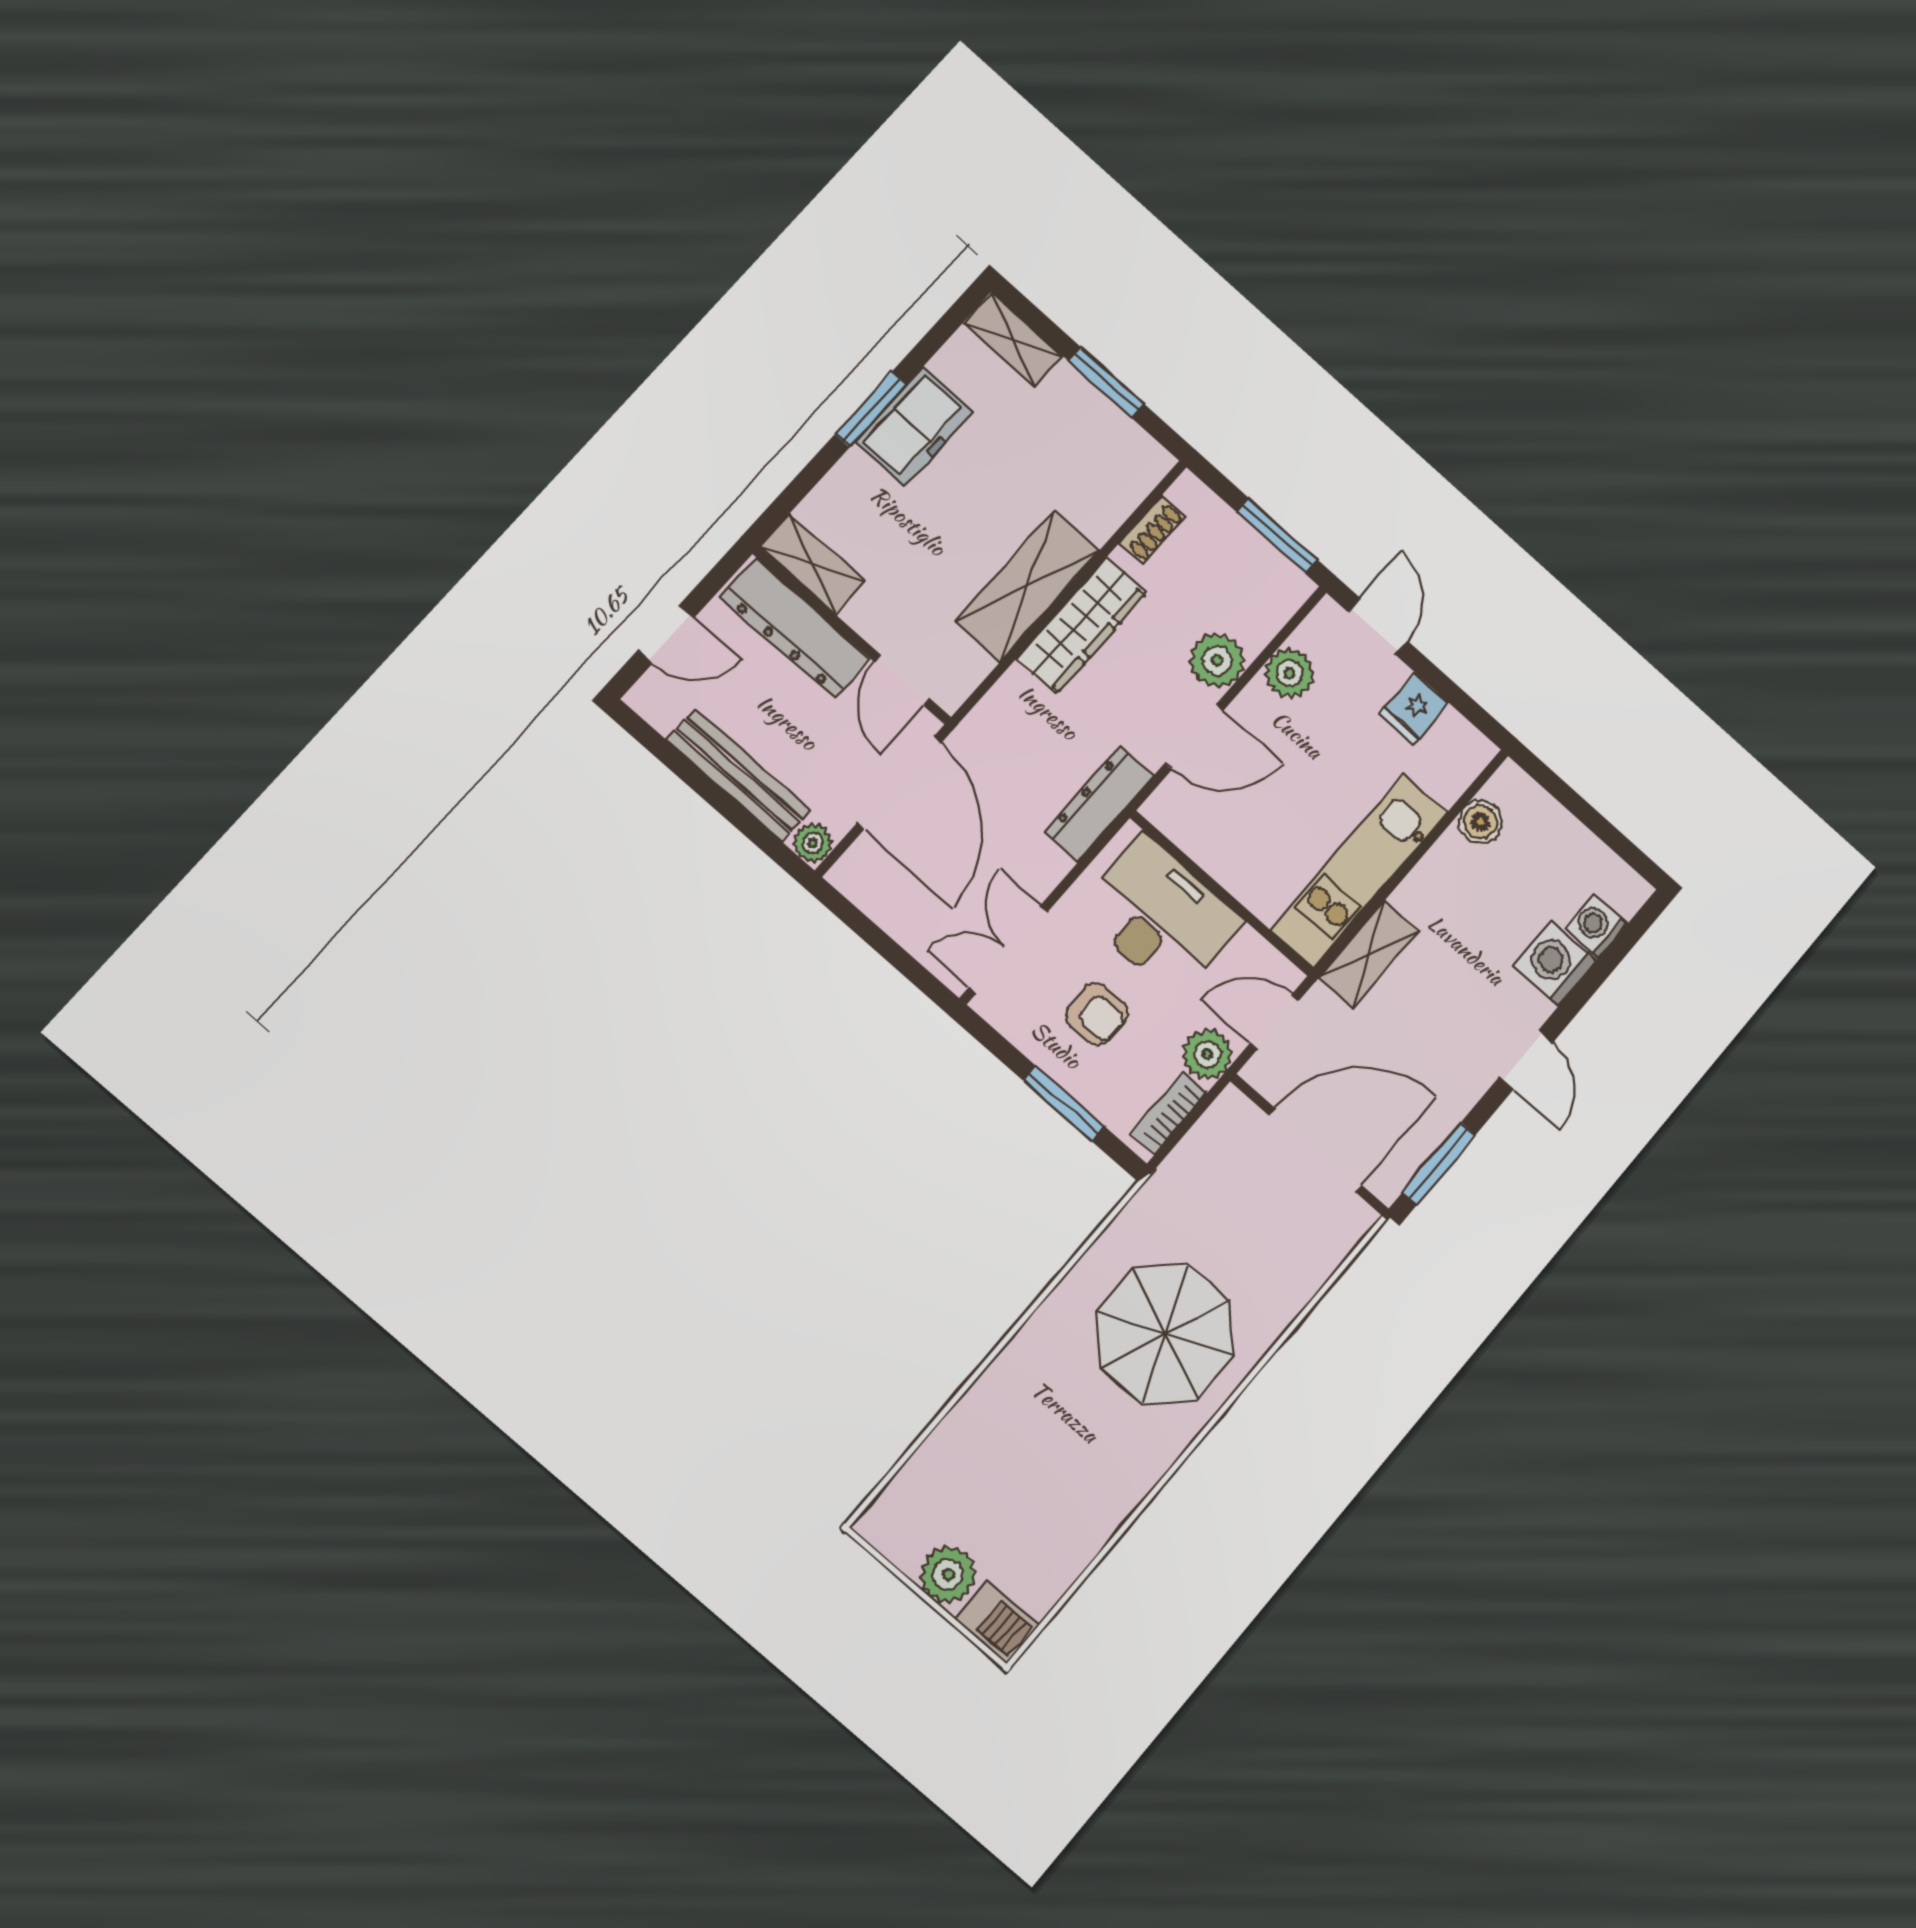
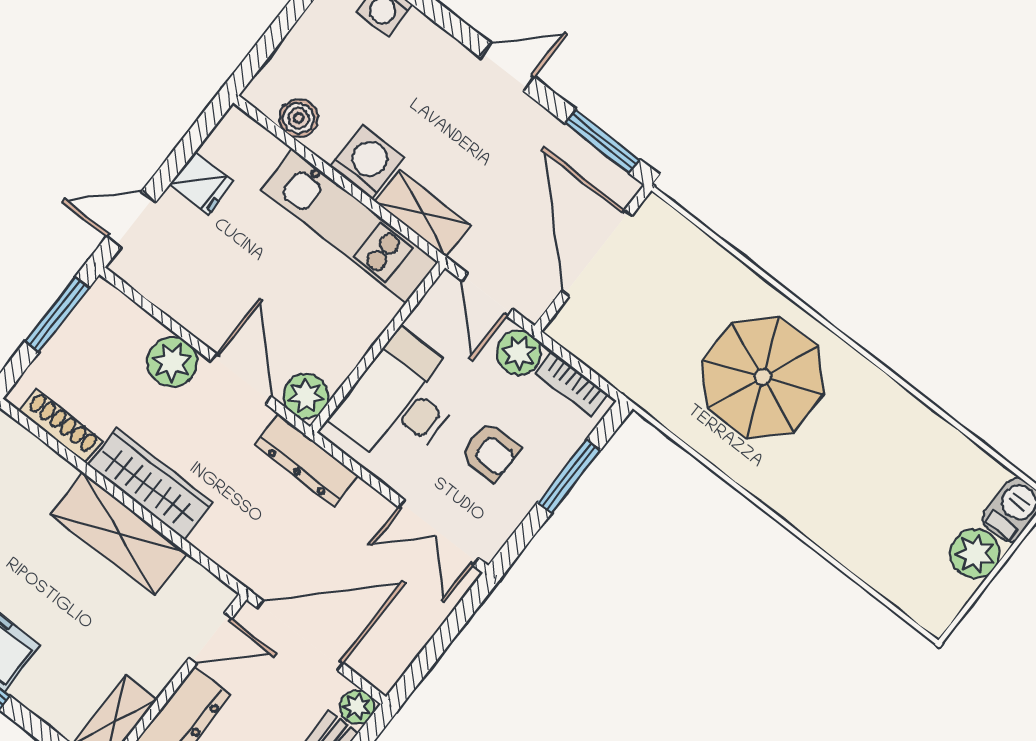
shoe rack: (1153, 530) -> (61, 426), width x1.43
plant: (1290, 673) -> (306, 396), moved
washing machine: (1555, 964) -> (367, 162), moved, turned 180
armchair: (1097, 1014) -> (490, 452), turned 90

